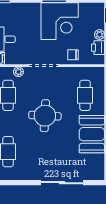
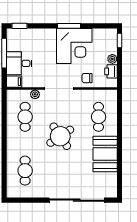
round table: (45, 116) -> (60, 136), turned -37
sliding door: (62, 183) -> (77, 200), width x1.36

